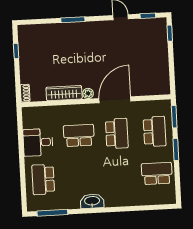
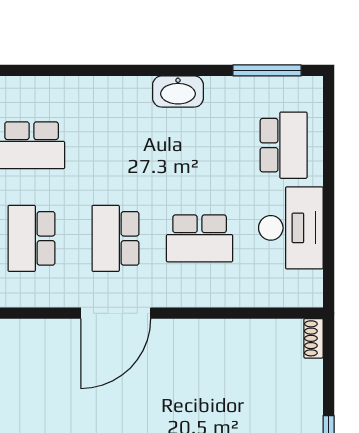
wardrobe: (64, 93) -> (227, 334), removed
plant: (88, 93) -> (174, 330), removed
desk: (38, 142) -> (291, 228), width x1.37

